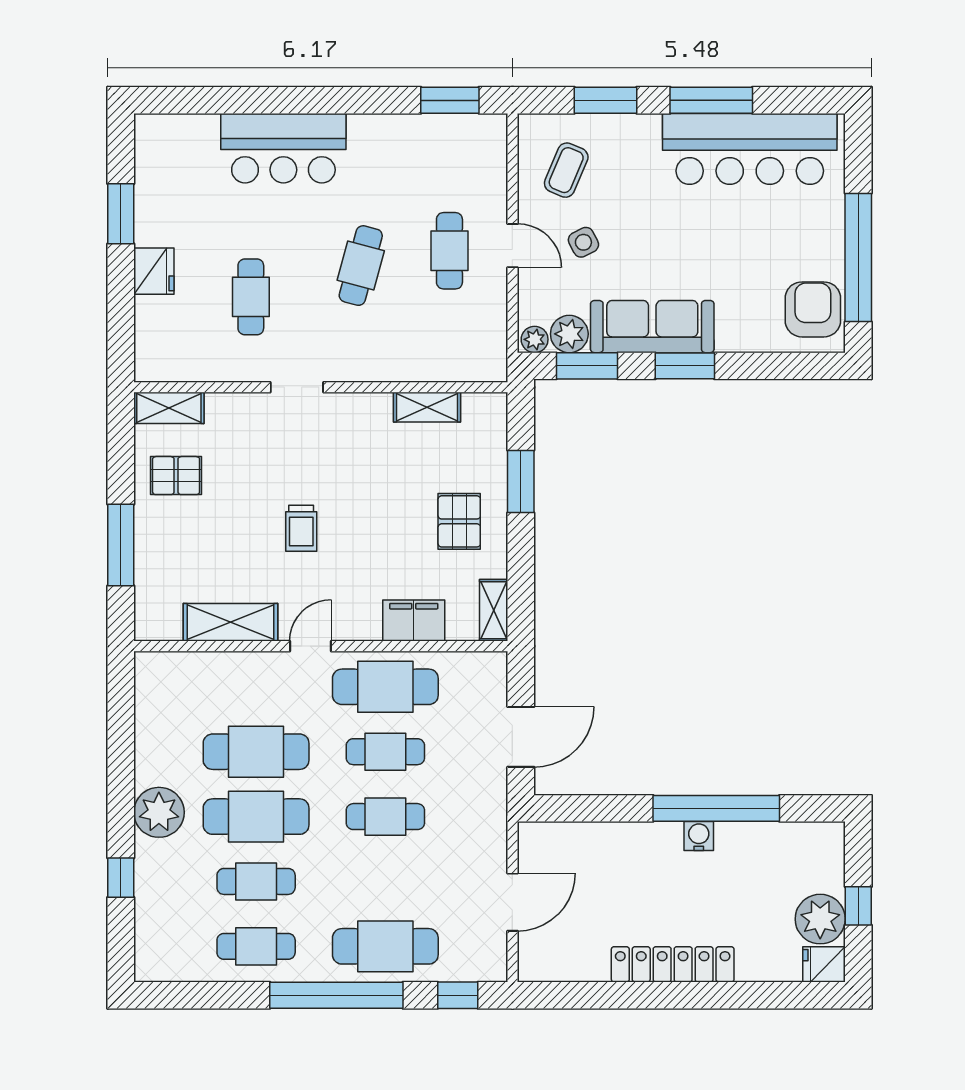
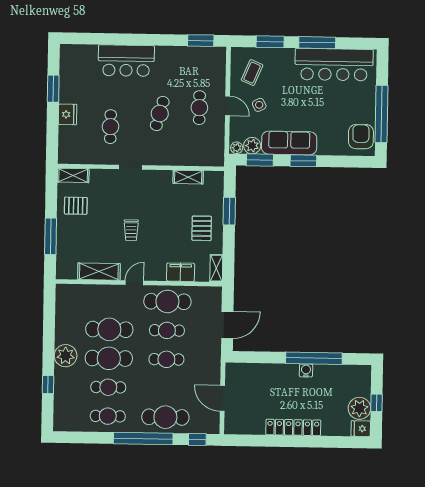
door: (512, 902) -> (222, 398), swing flipped

